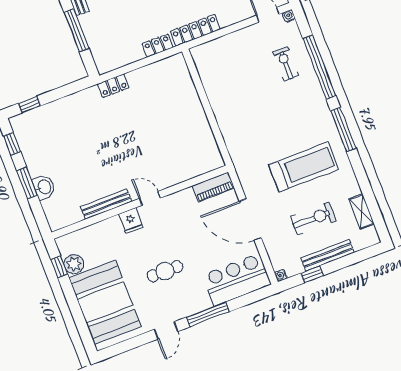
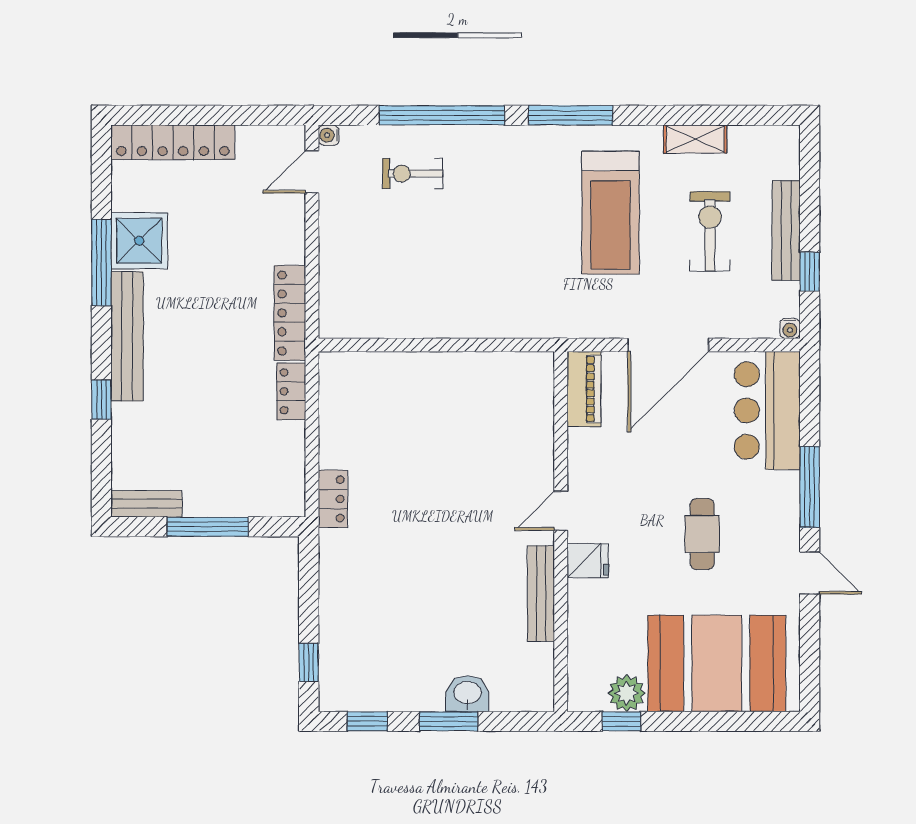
treadmill: (304, 167) -> (611, 213), turned 180
shelving: (362, 211) -> (695, 139), moved

